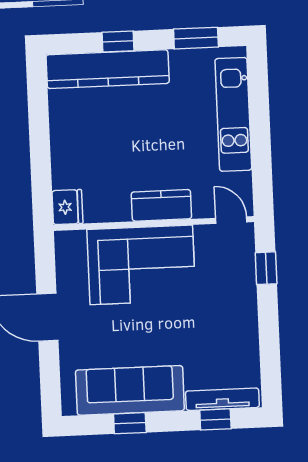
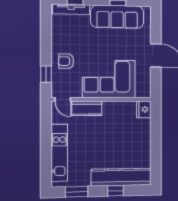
kitchen counter: (161, 205) -> (87, 108), moved
armchair: (228, 296) -> (66, 61), added

